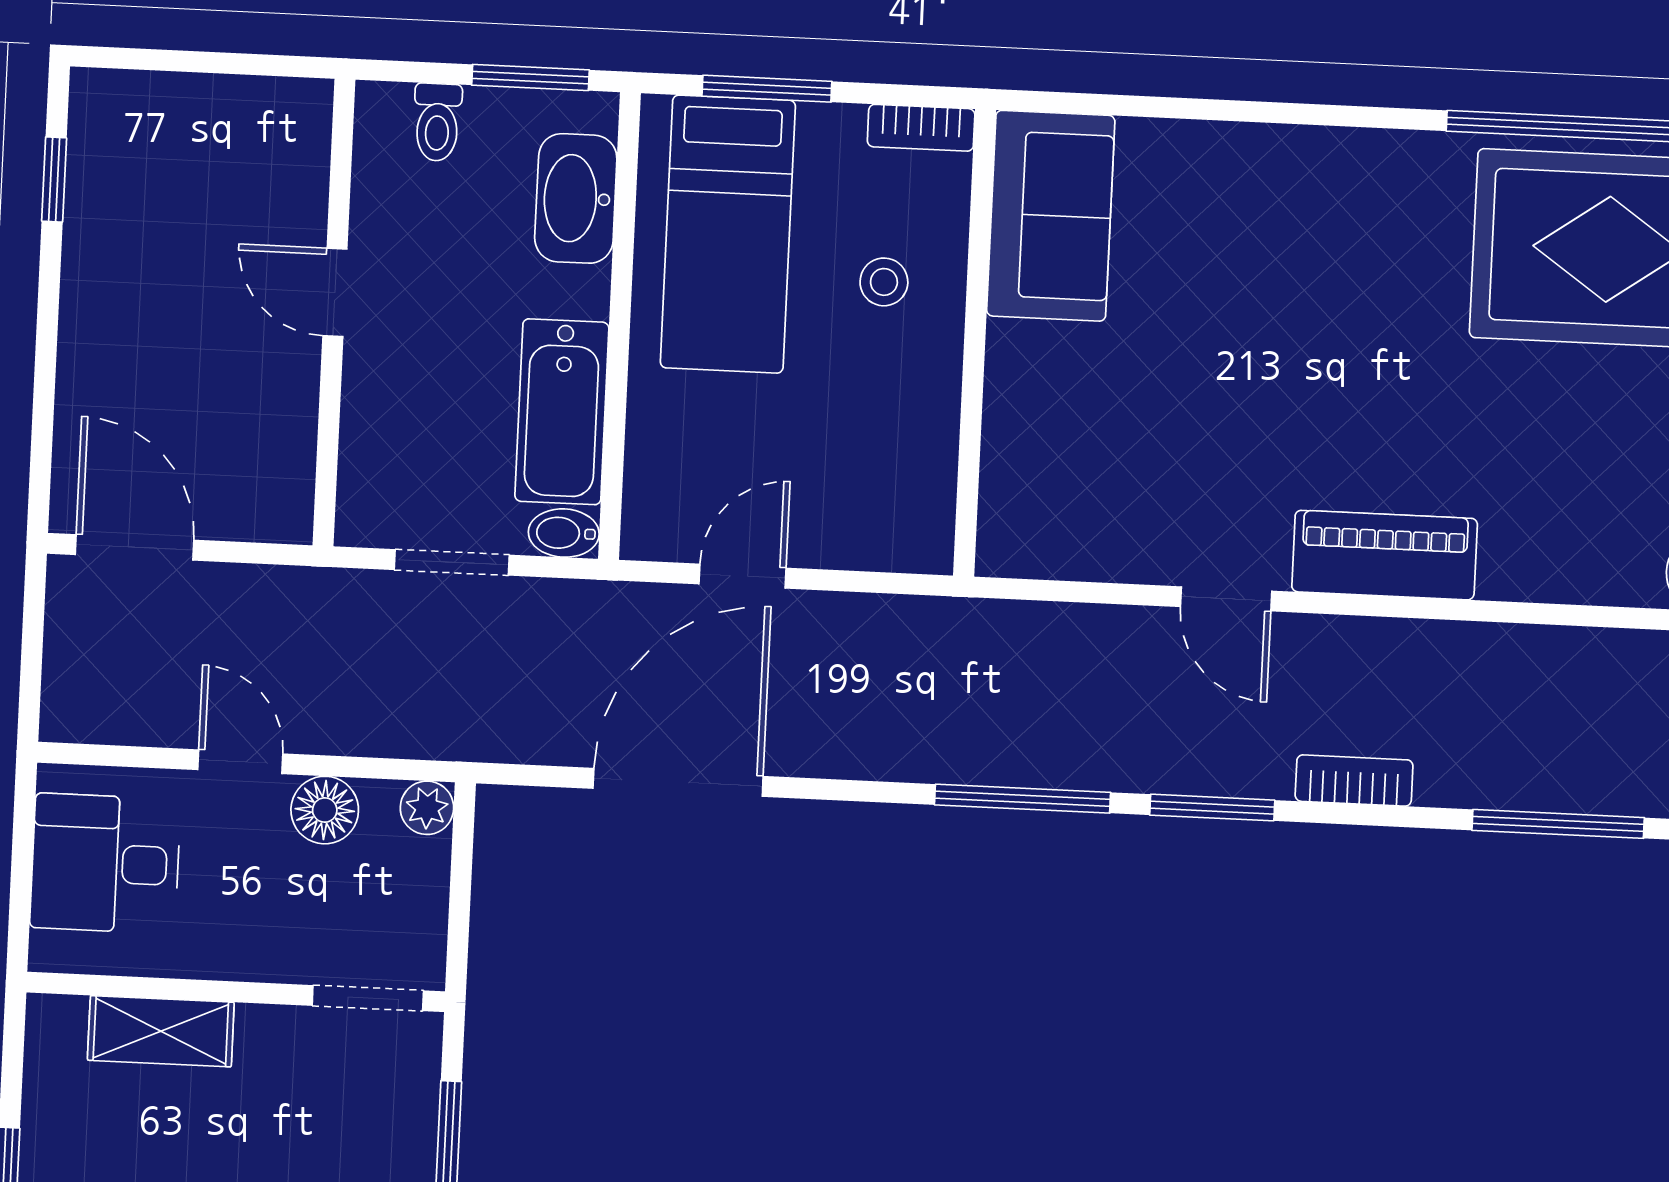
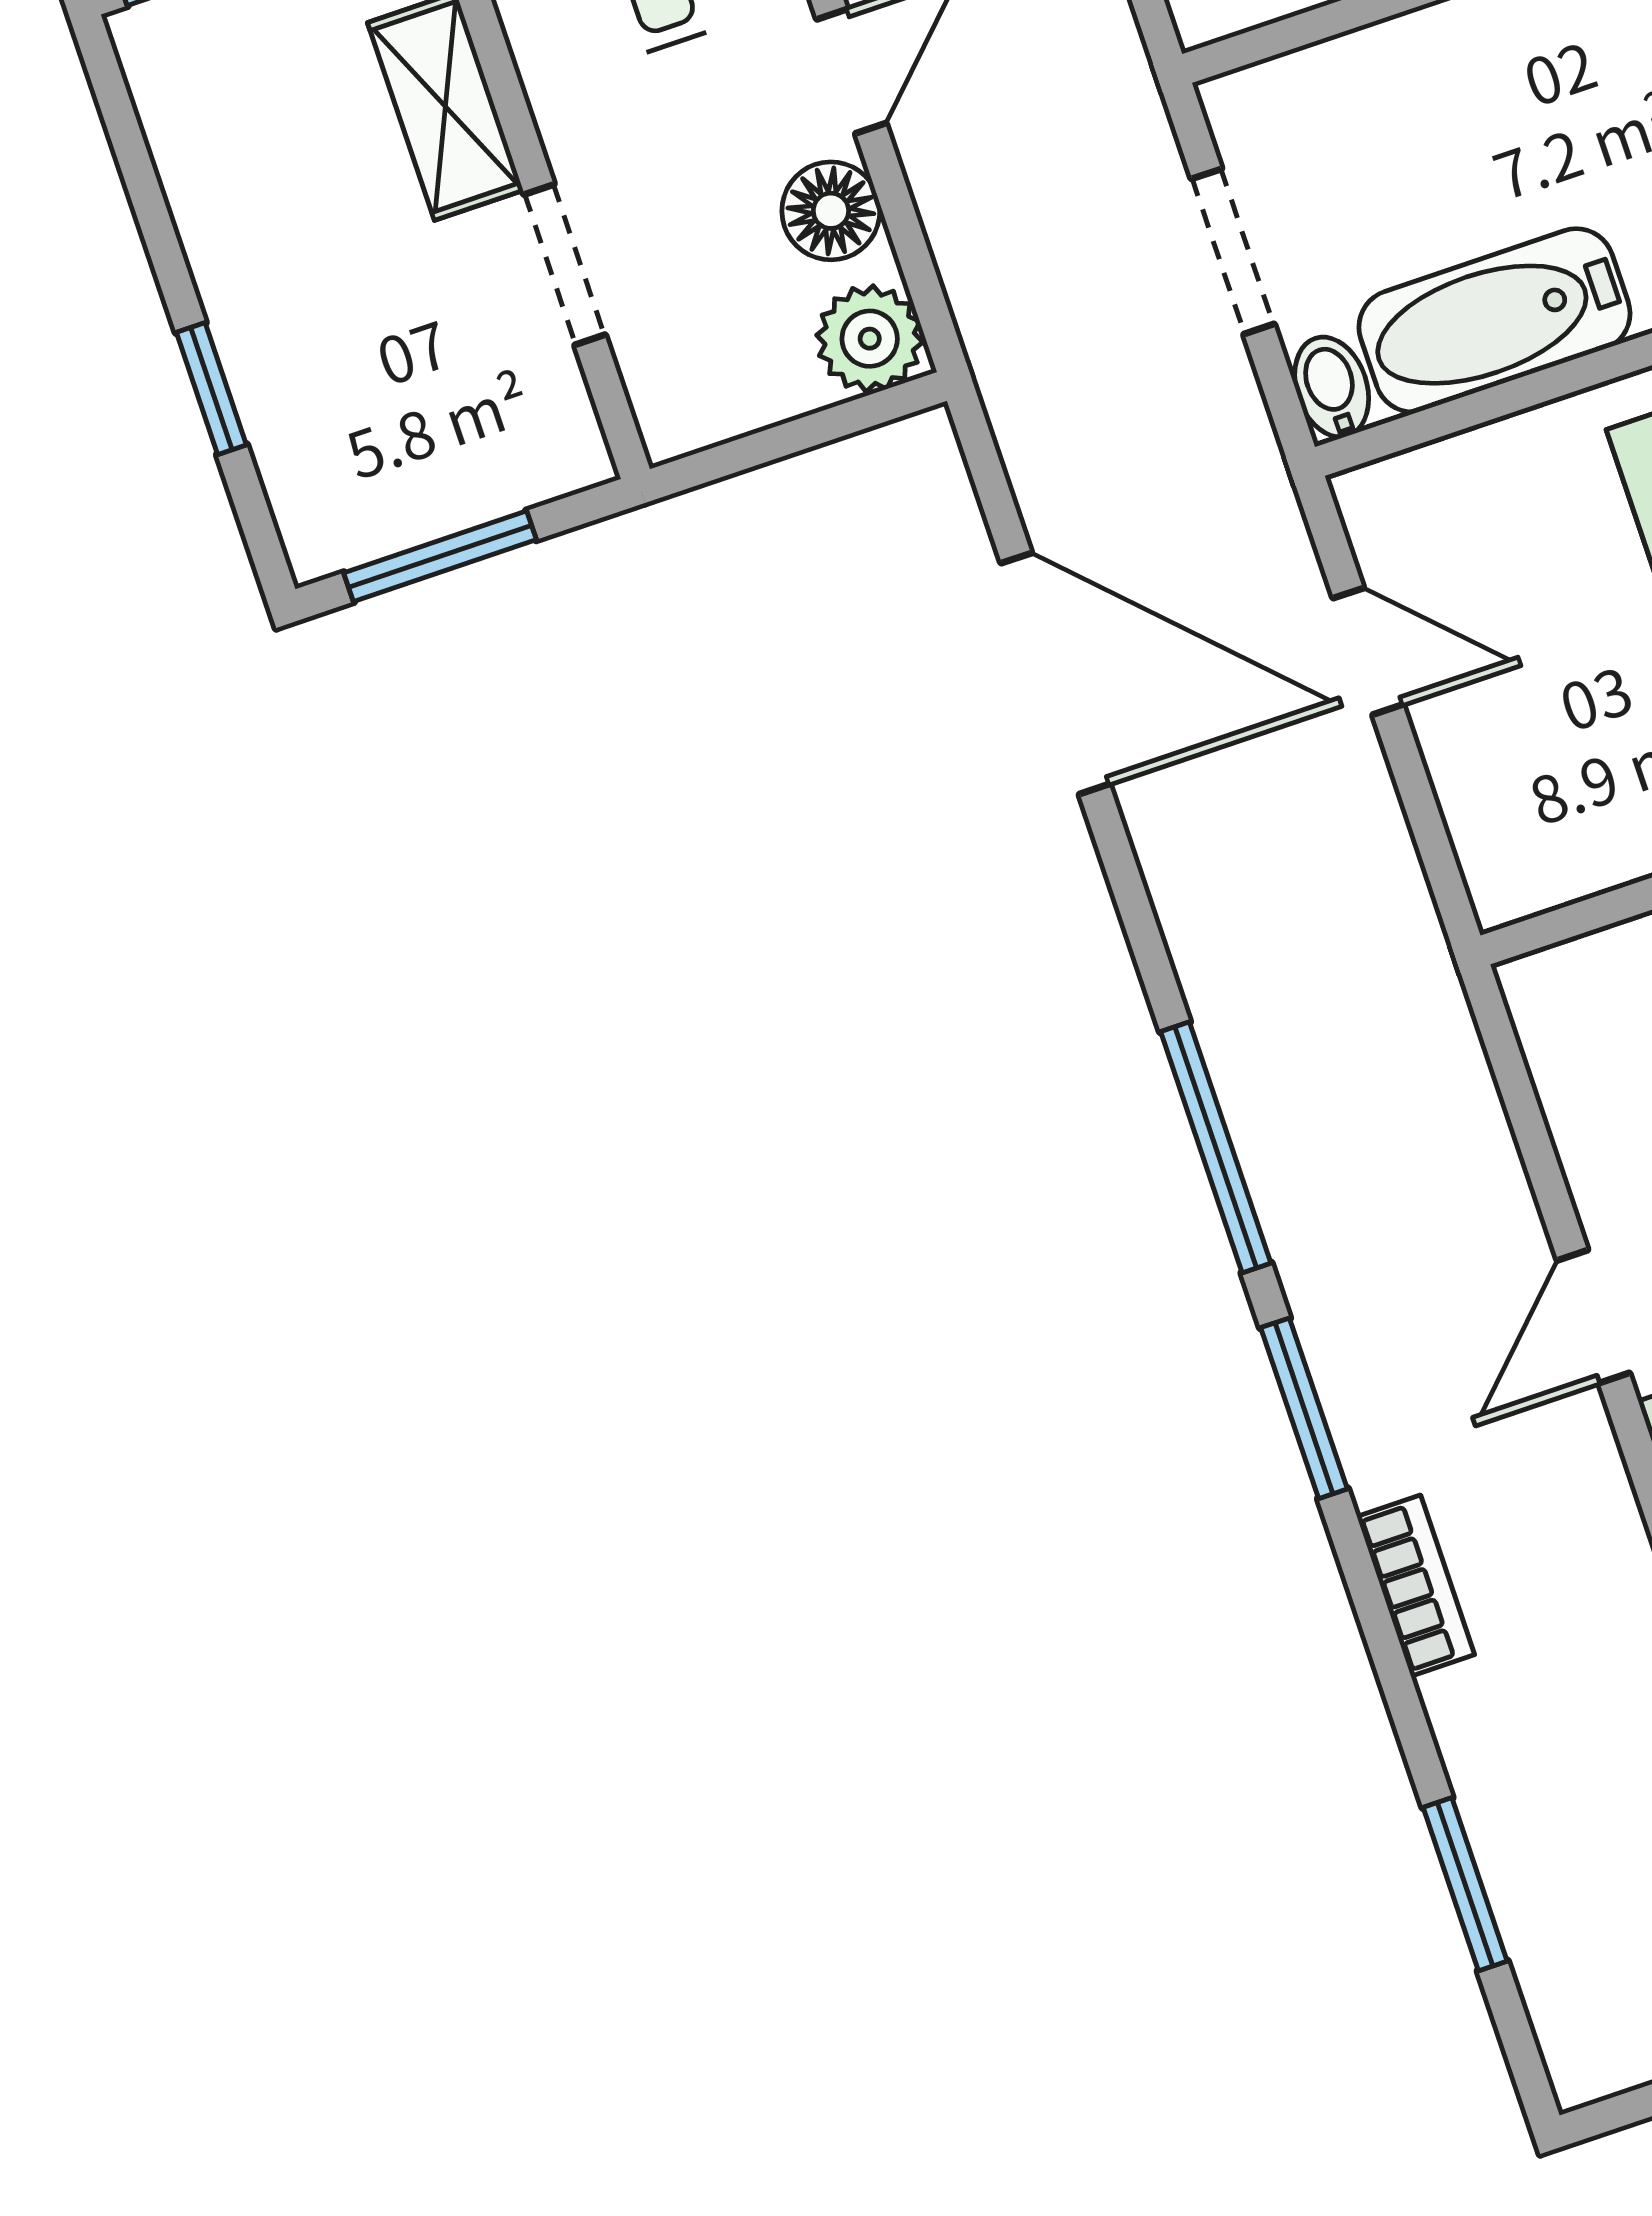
plant: (427, 808) -> (870, 339), width x1.38, depth x1.38
window: (1558, 824) -> (1465, 1884), width x0.69
doorway: (368, 998) -> (565, 265), moved

